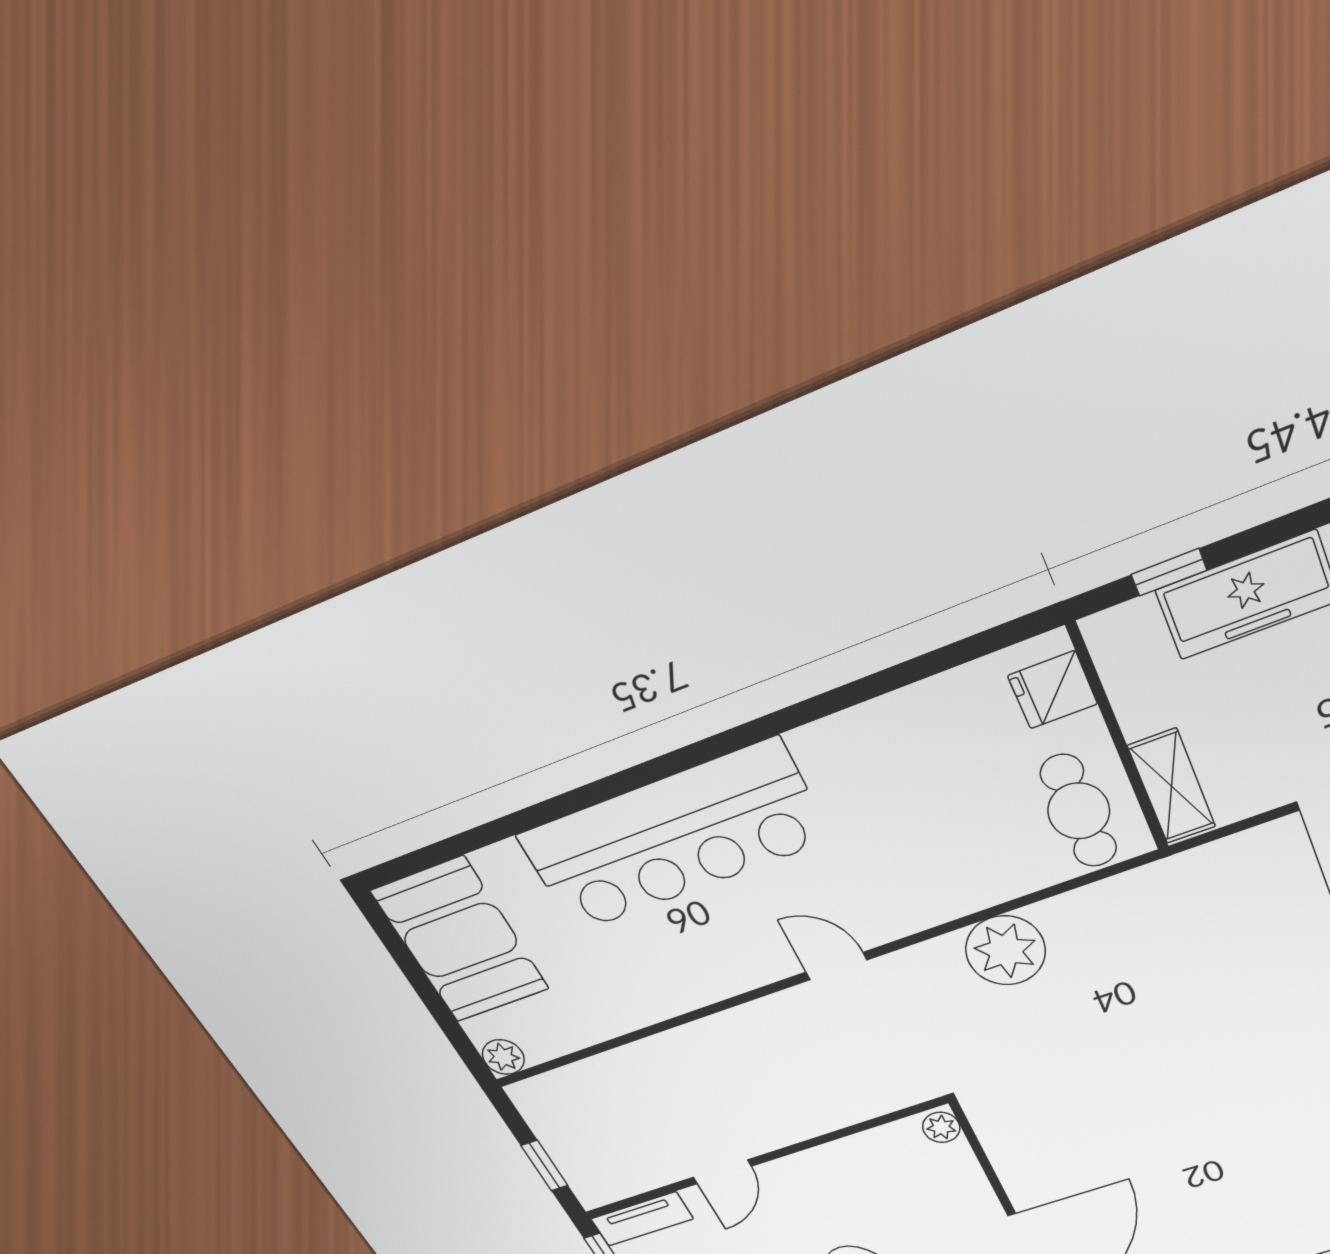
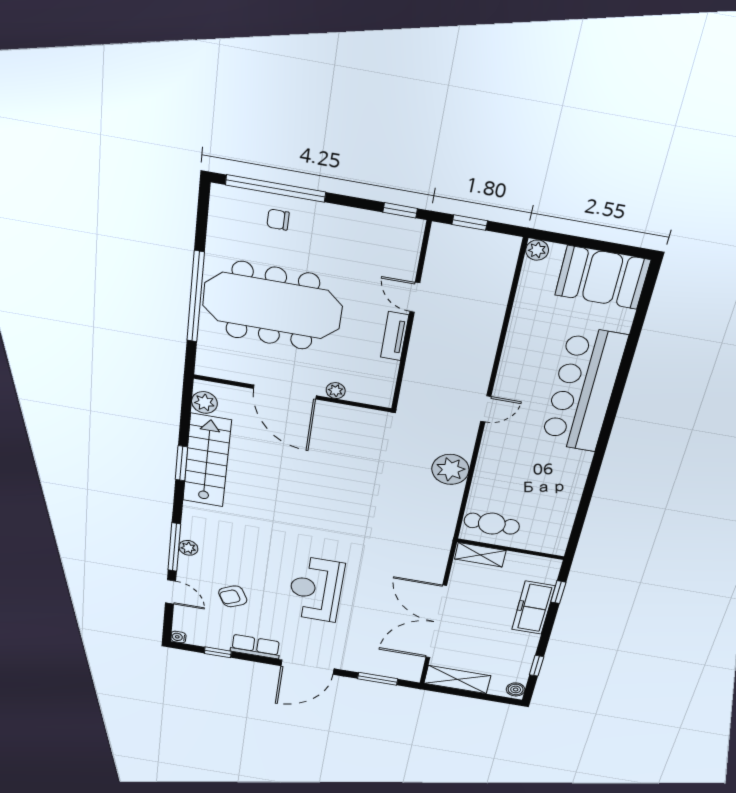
fridge: (1053, 690) -> (544, 541), removed
plant: (941, 1127) -> (336, 391), moved
tv unit: (642, 1219) -> (395, 336), moved

